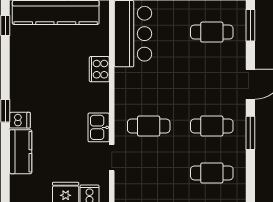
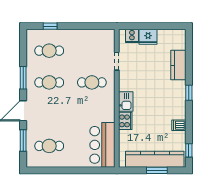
window: (250, 25) -> (23, 141), moved
dishwasher: (20, 120) -> (179, 125), moved
kitchen sink: (99, 127) -> (126, 101), moved

